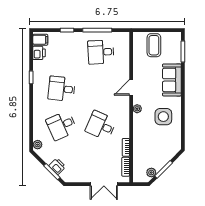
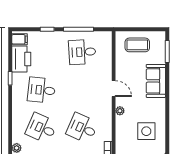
coffee table: (154, 45) -> (137, 45), turned 90
printer: (39, 53) -> (21, 59), width x1.87, depth x1.48
door: (131, 87) -> (114, 89), swing flipped
side table: (163, 117) -> (146, 131), moved
desk: (62, 125) -> (42, 128), turned 48

